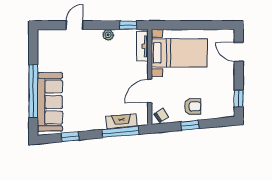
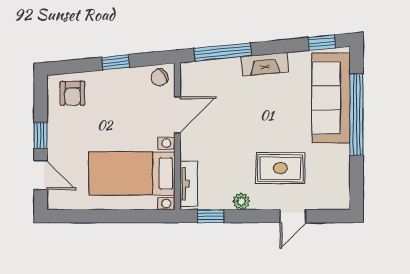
rug: (83, 56) -> (280, 168), added
window: (239, 99) -> (41, 135), moved
armchair: (193, 106) -> (73, 93), moved, turned -90
fireplace: (122, 121) -> (265, 64), moved
window: (70, 137) -> (322, 43), moved

